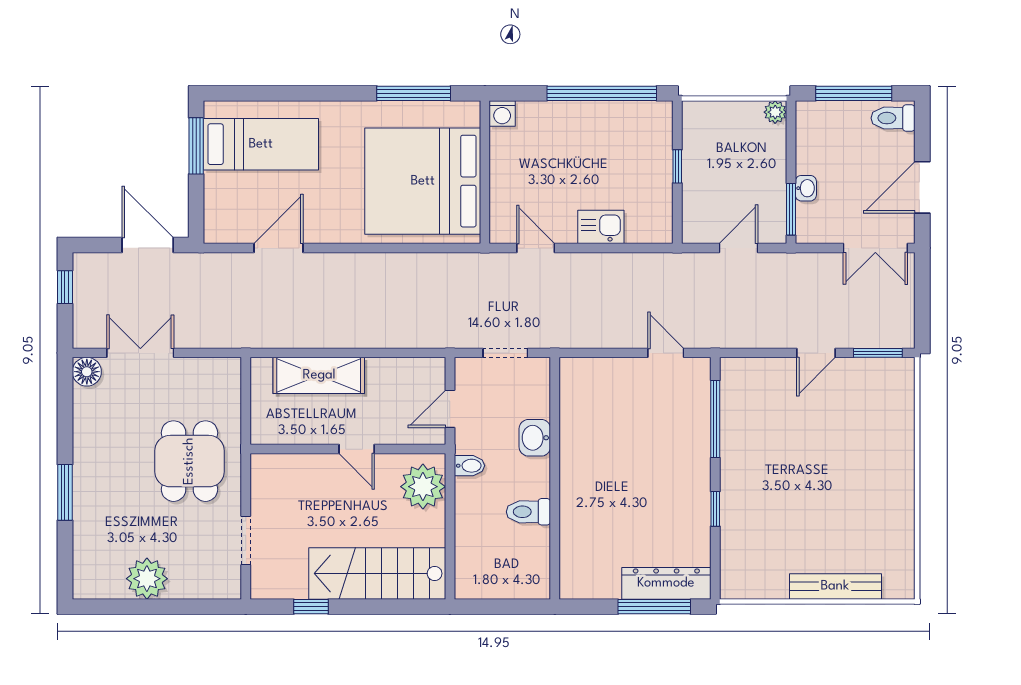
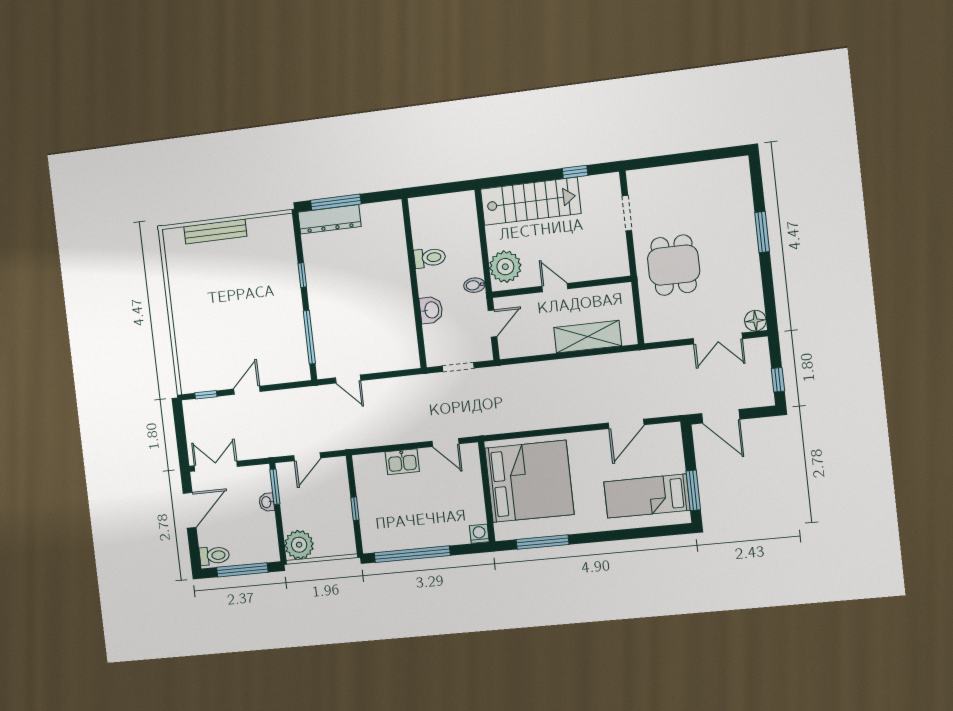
plant: (775, 112) -> (299, 545), width x1.88, depth x1.88
window: (878, 353) -> (206, 395), width x0.67
plant: (147, 579) -> (695, 177), removed

